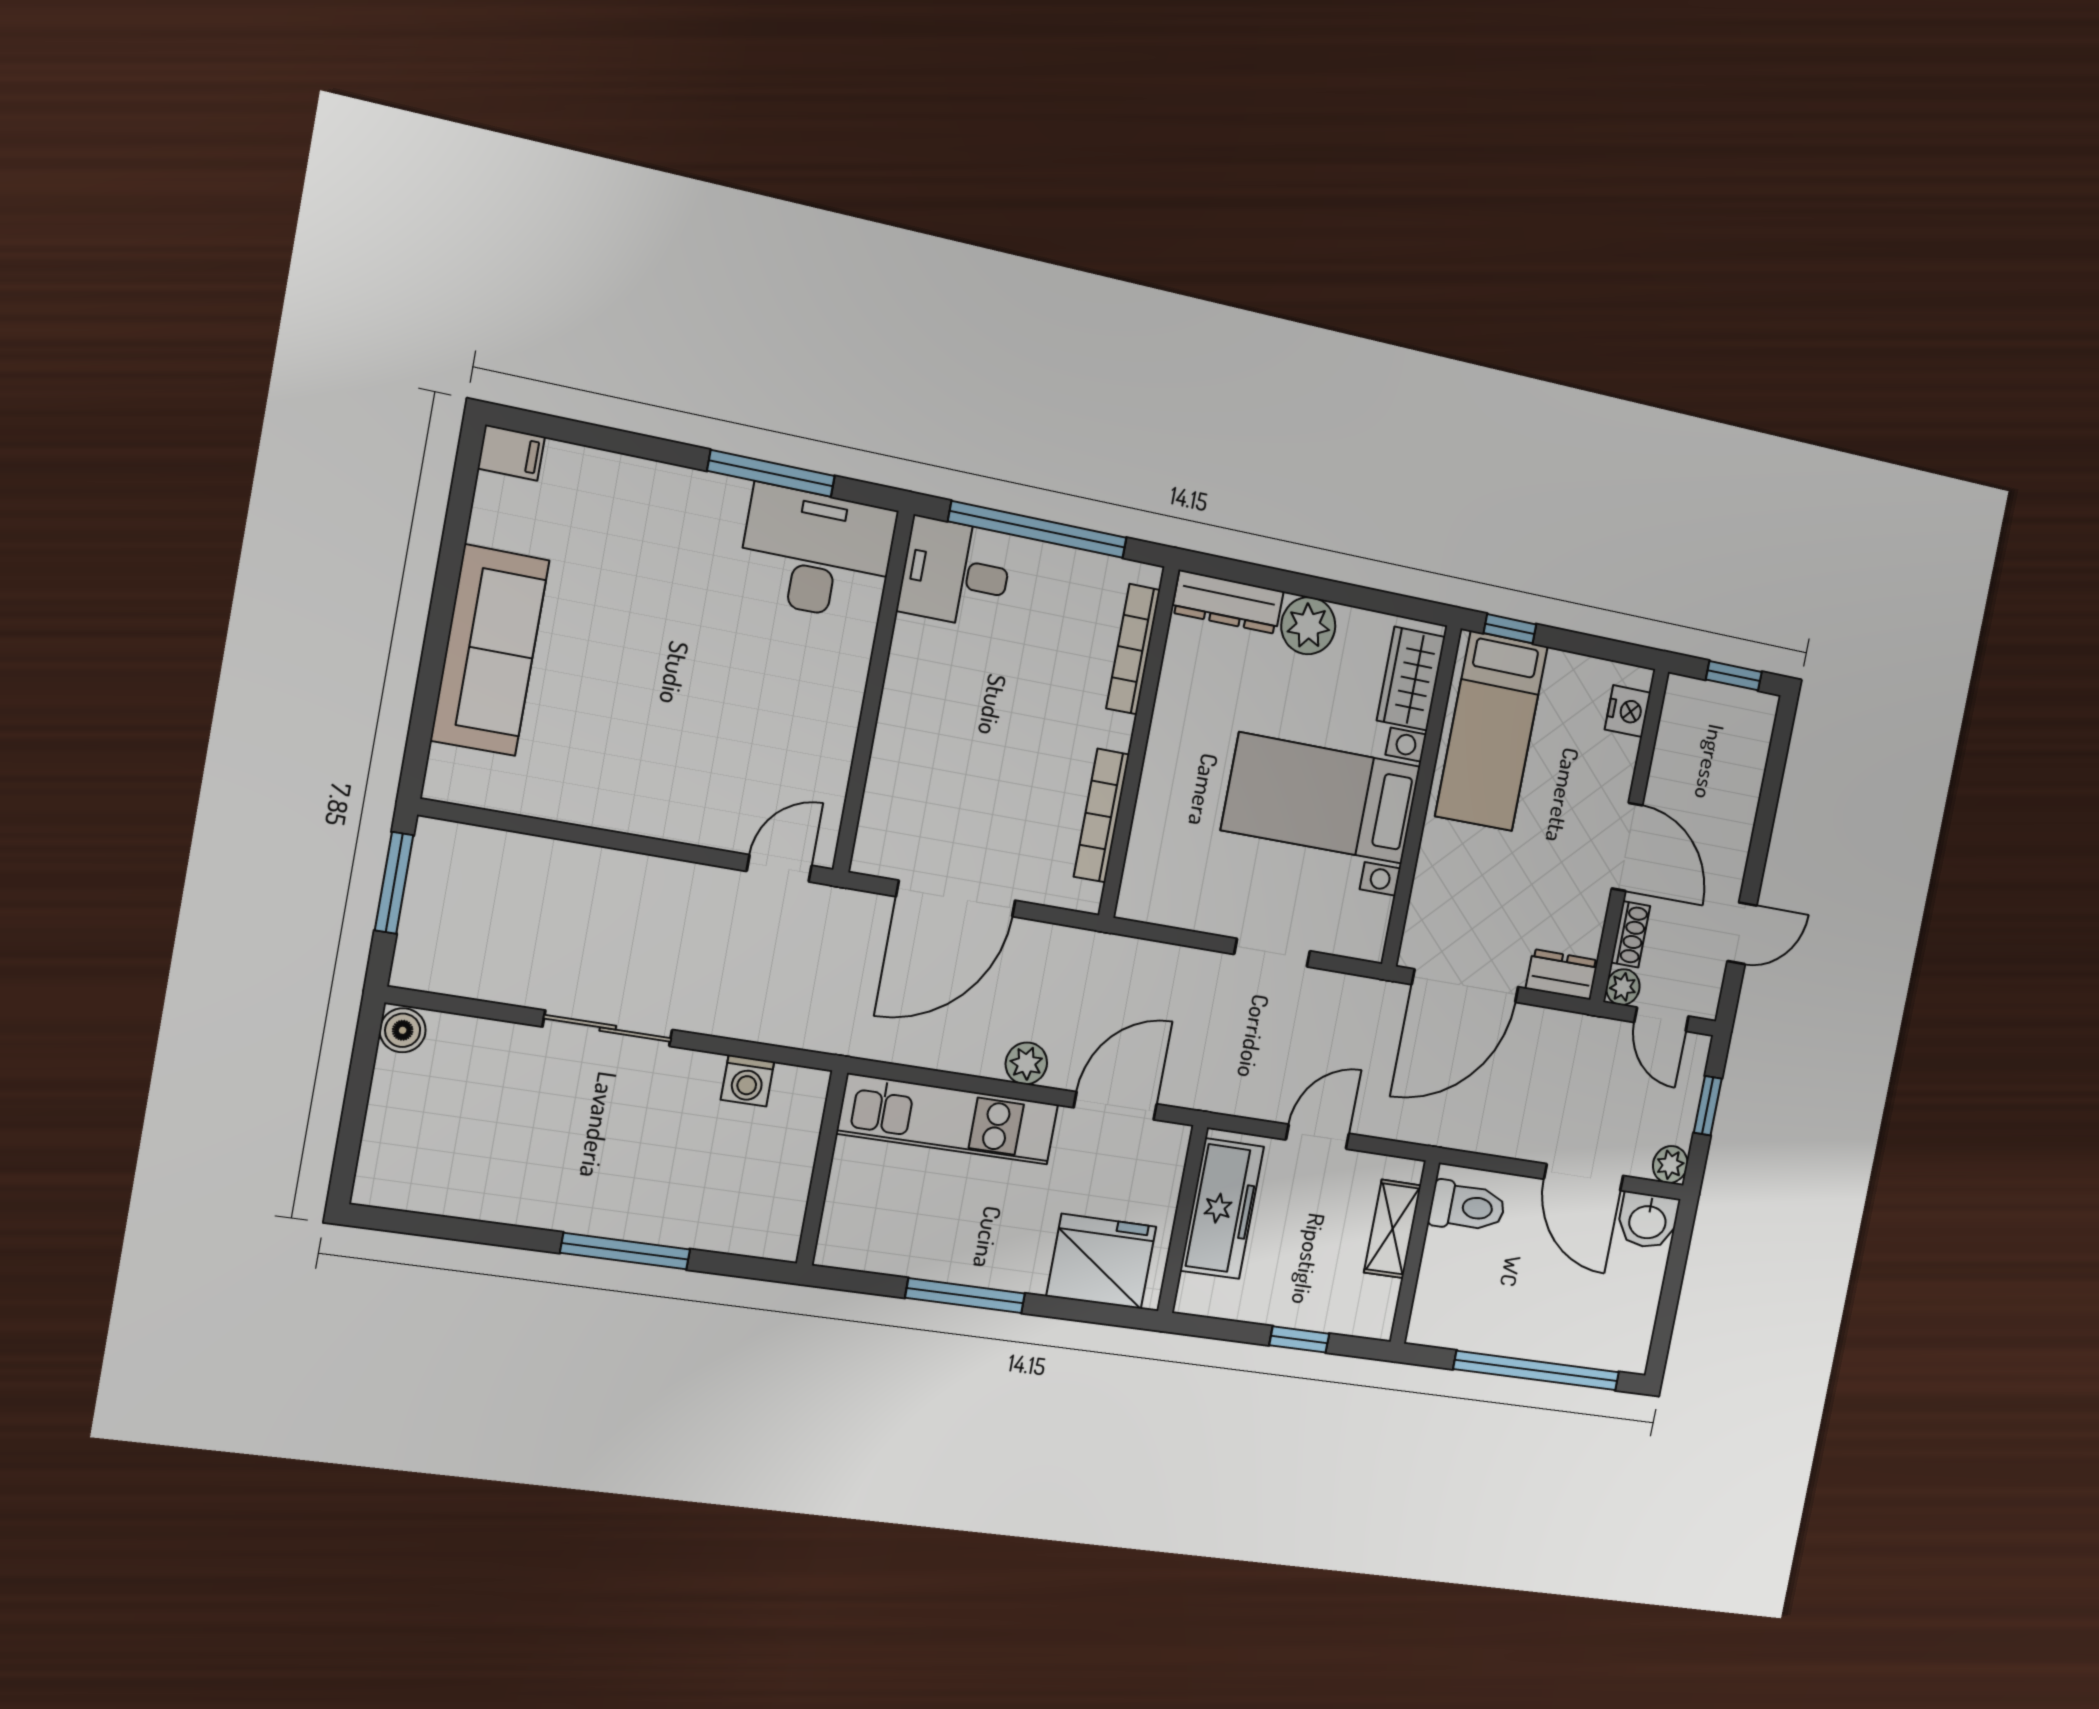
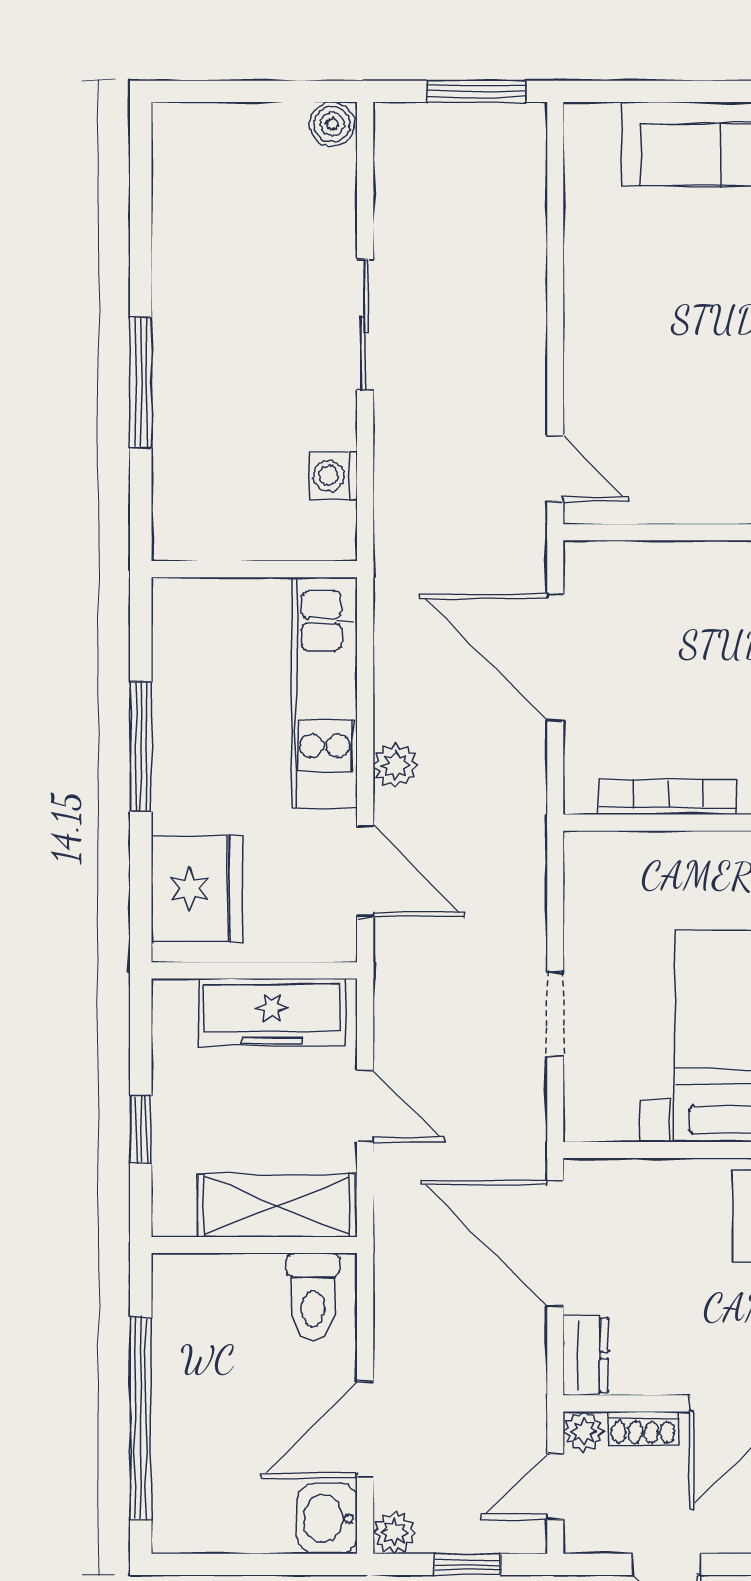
shelving: (1393, 1229) -> (277, 1205), width x1.50, depth x1.33

